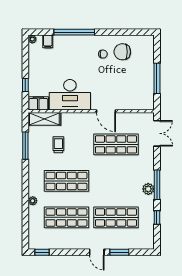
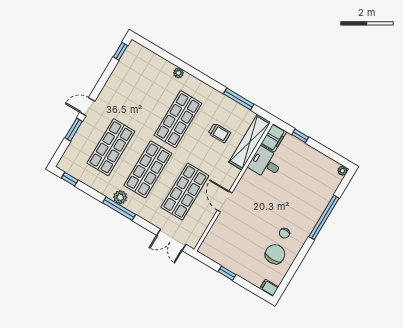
filing cabinet: (48, 41) -> (269, 288), moved
window: (157, 78) -> (227, 273), width x0.46
desk: (70, 95) -> (265, 163), width x0.53, depth x0.77
door: (106, 111) -> (225, 202), hinge flipped
shelving: (44, 119) -> (250, 142), width x1.47
shop shelf: (66, 217) -> (148, 169), moved
window: (157, 217) -> (70, 179), moved

